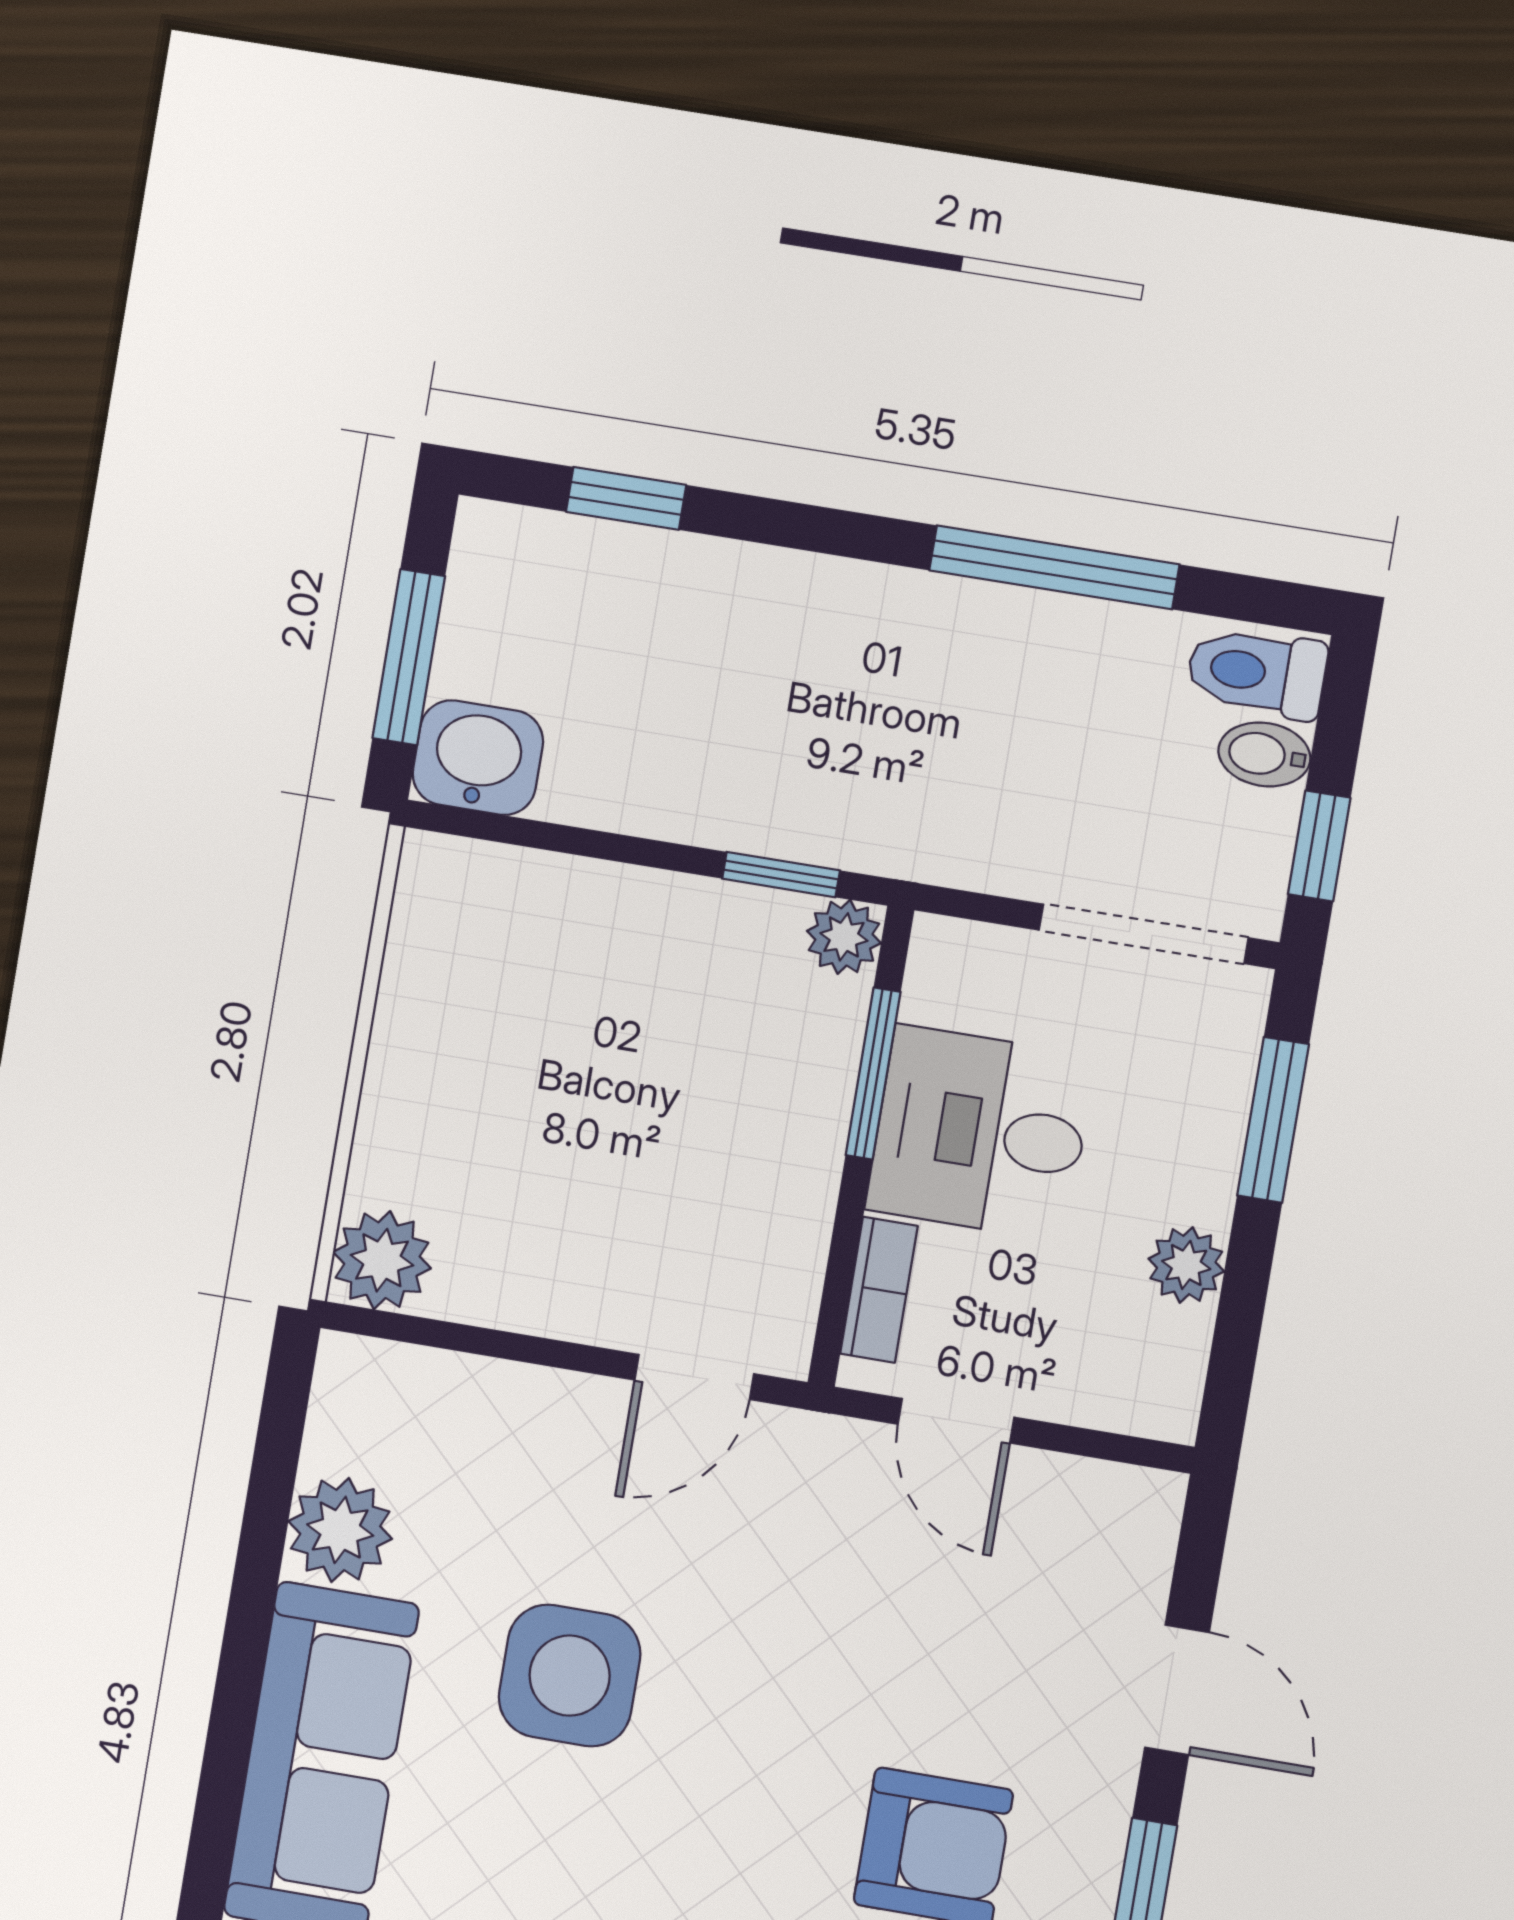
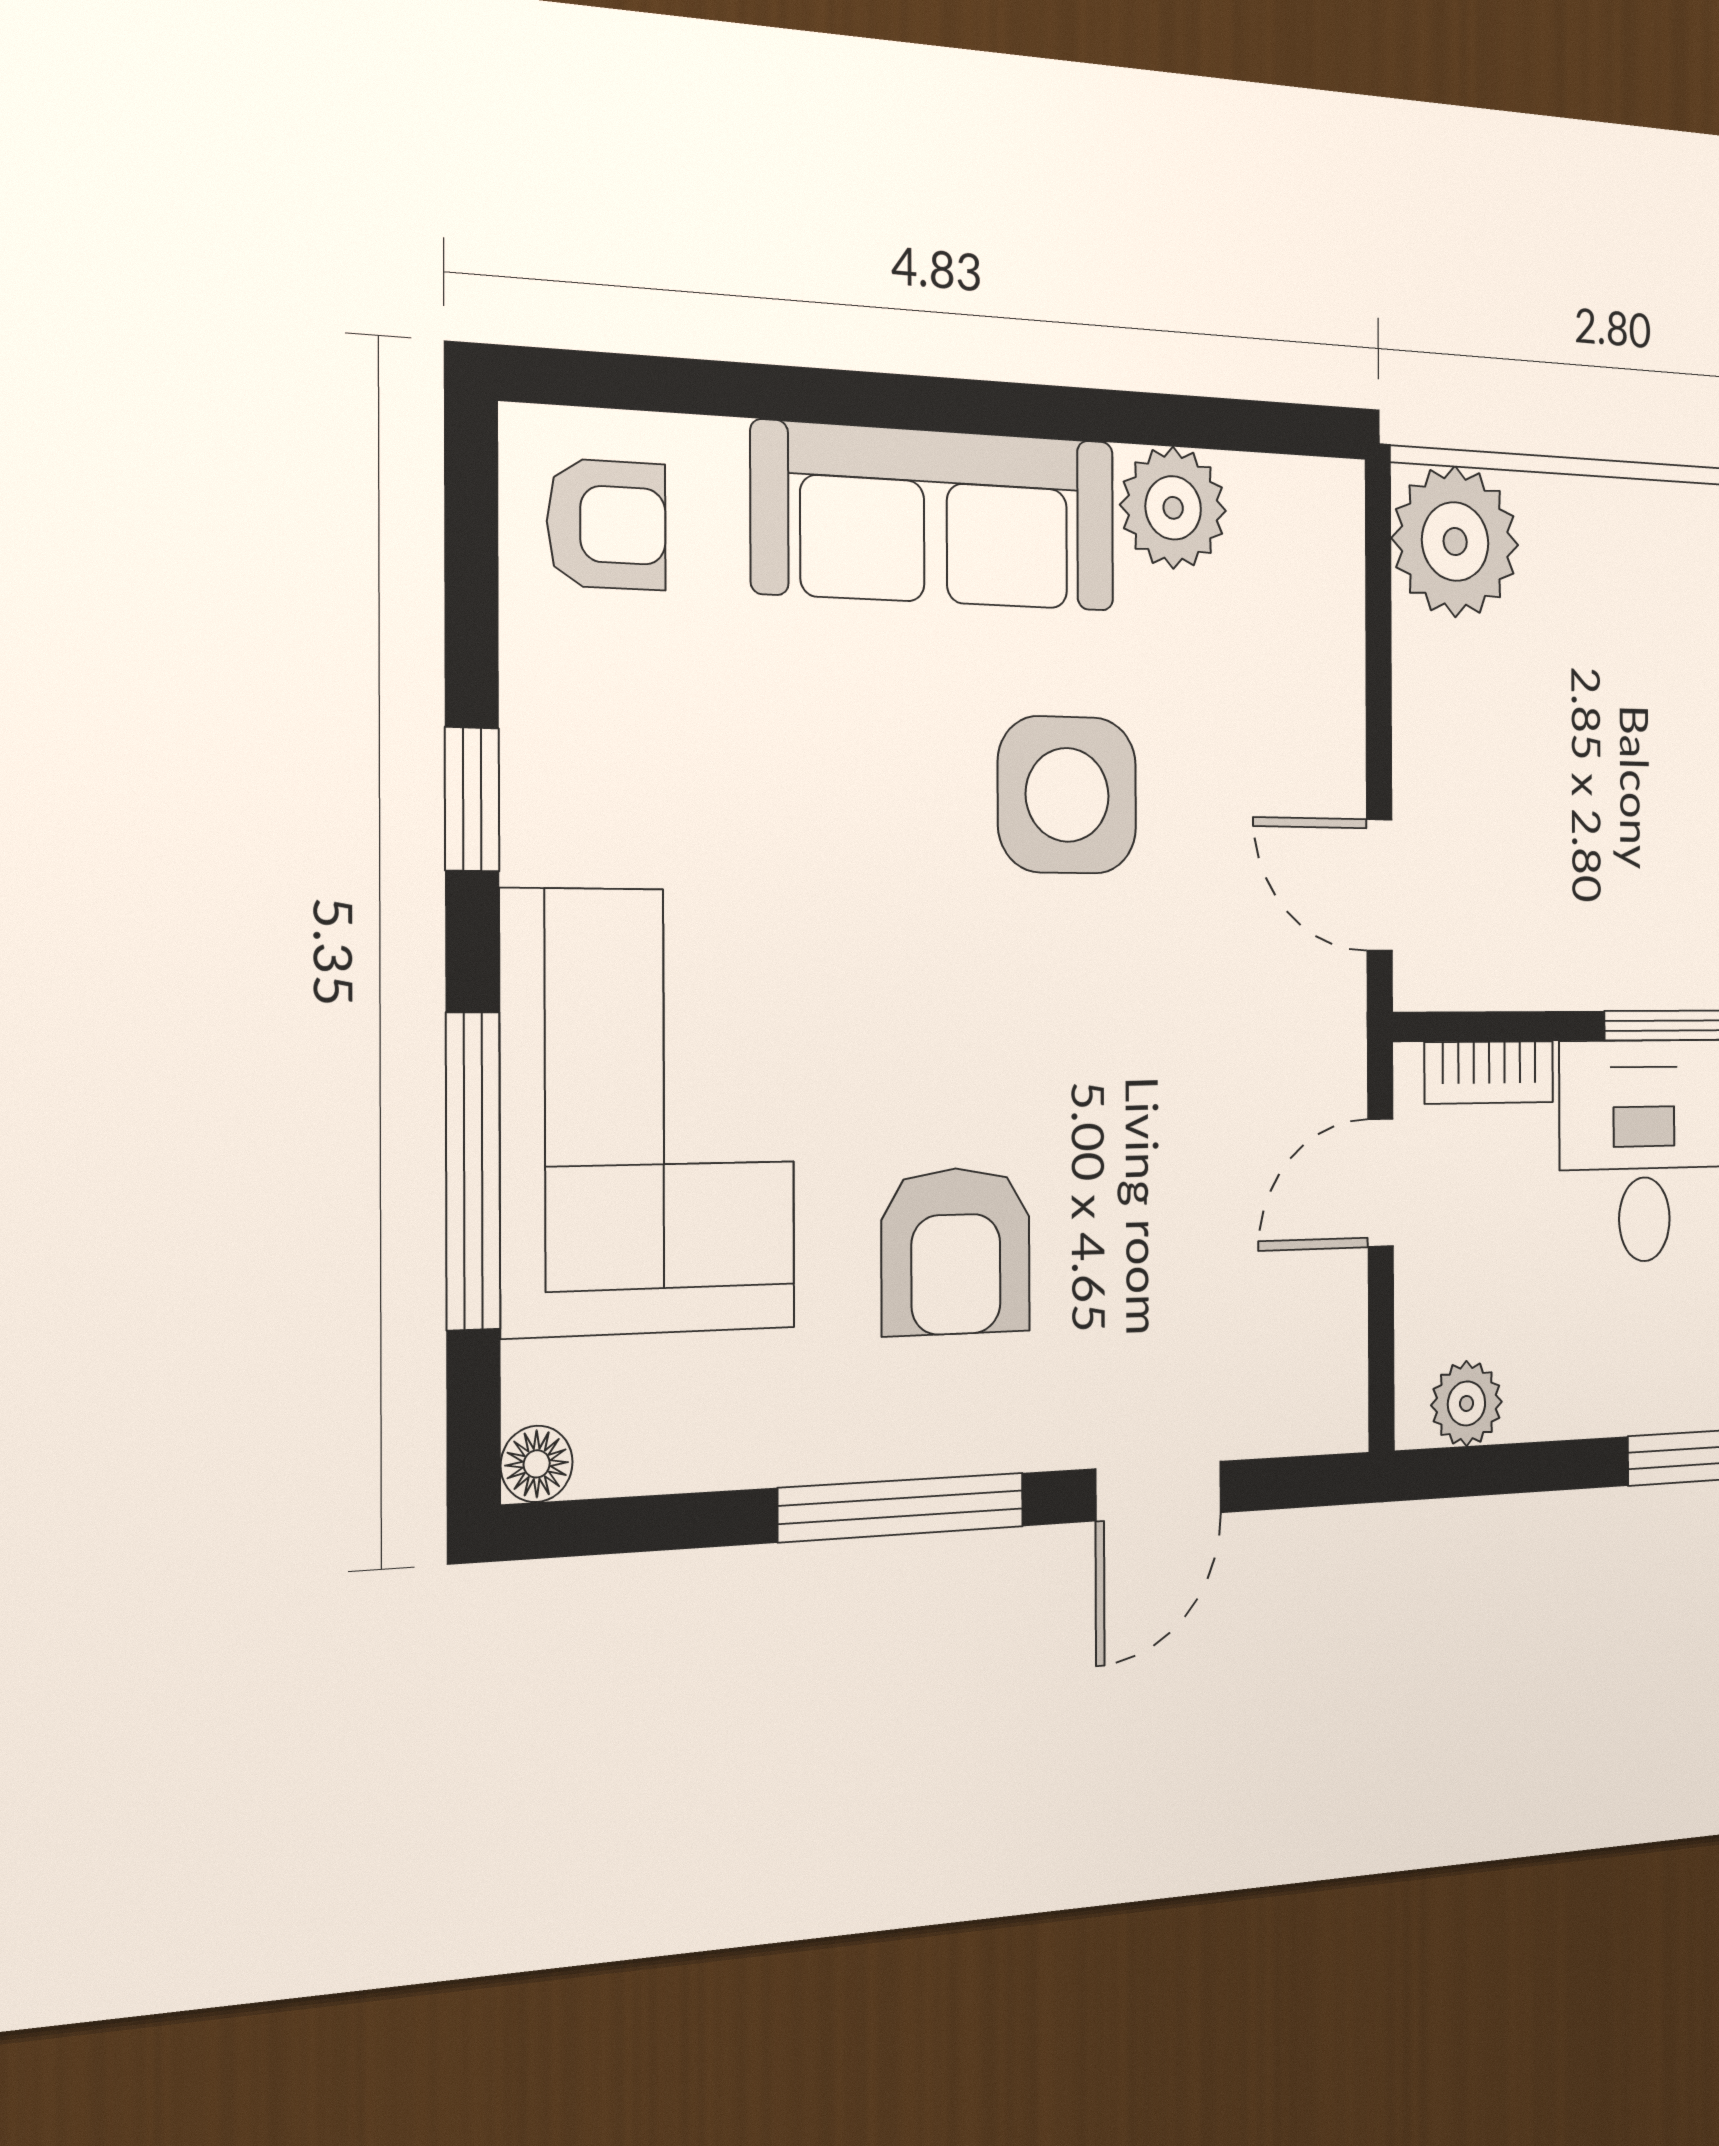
plant: (382, 1260) -> (1455, 542), width x1.36, depth x1.36
plant: (1186, 1265) -> (1467, 1403), moved

